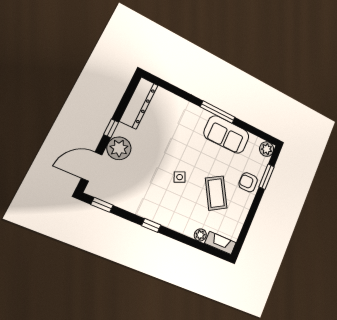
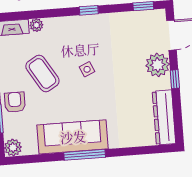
sofa: (227, 135) -> (73, 137), width x1.36
armchair: (248, 182) -> (15, 102), turned -90

